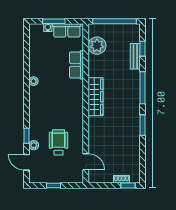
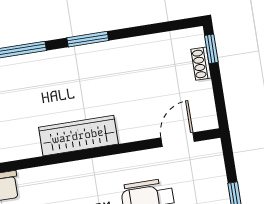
wardrobe: (96, 97) -> (78, 136), moved

